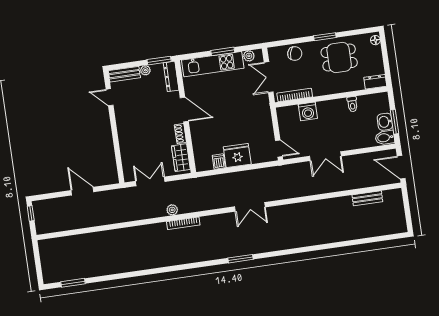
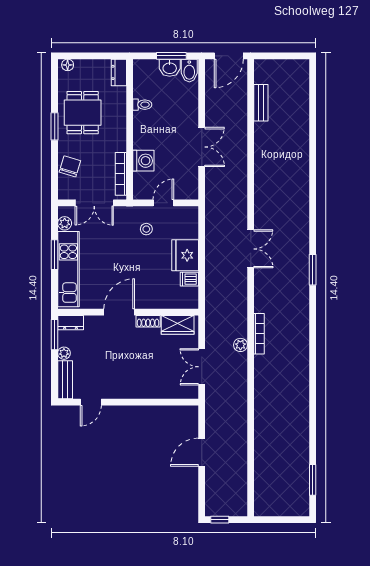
dresser: (171, 76) -> (71, 323), width x0.70
stool: (254, 122) -> (146, 229), added
door: (279, 149) -> (163, 203), moved

